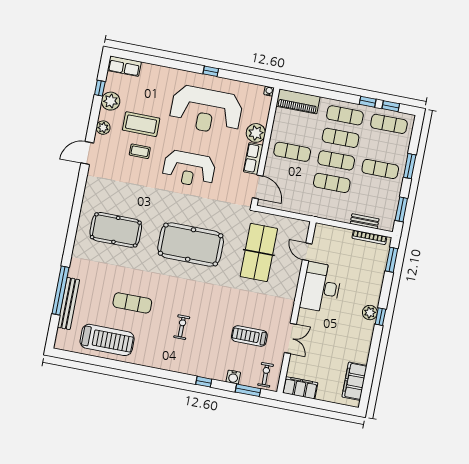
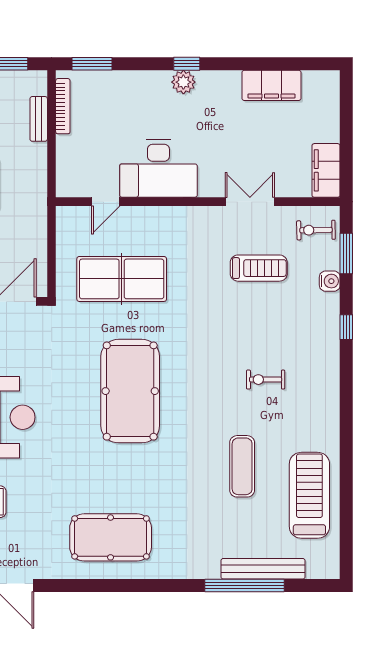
pool table: (116, 230) -> (111, 537), moved, turned 90
treadmill: (249, 336) -> (259, 268), turned -90
filing cabinet: (354, 381) -> (271, 85), moved

